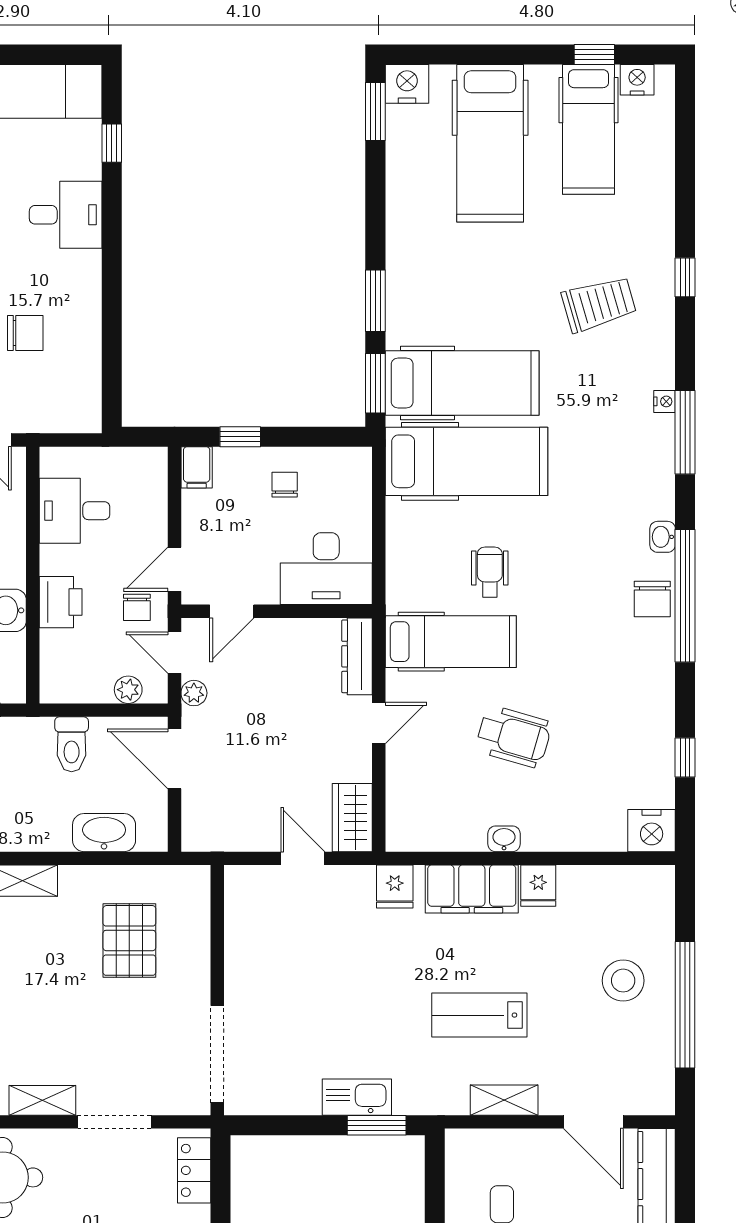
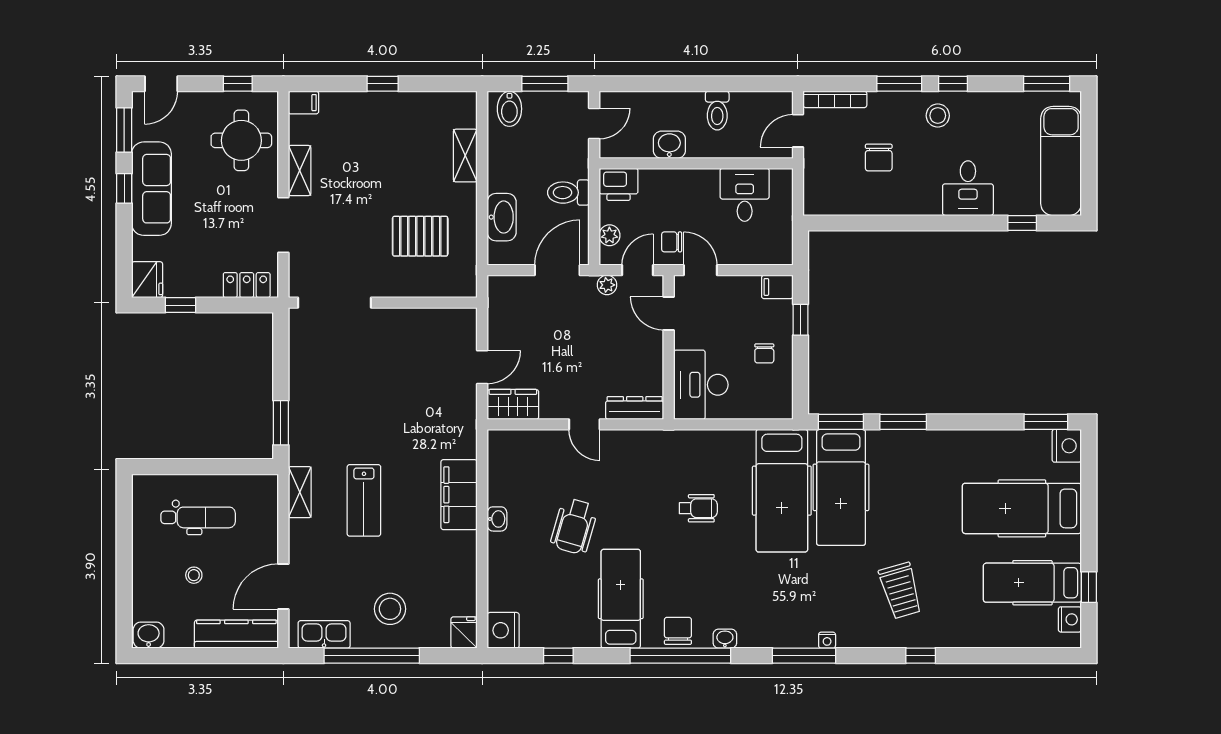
chair: (285, 485) -> (764, 353), turned 90
chair: (652, 599) -> (678, 631), turned 90
printer: (61, 602) -> (619, 184), moved
hospital bed: (451, 642) -> (621, 599), moved, turned 180
fridge: (538, 886) -> (464, 632), moved, turned 90
fridge: (395, 887) -> (461, 436), removed
lab bench: (479, 1015) -> (364, 500), turned 180
kitchen sink: (357, 1097) -> (324, 634), moved, turned -90
shelving: (504, 1100) -> (300, 492), moved

